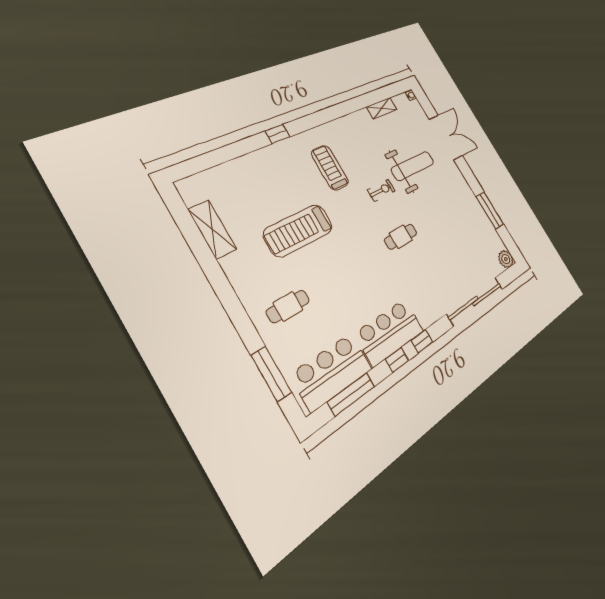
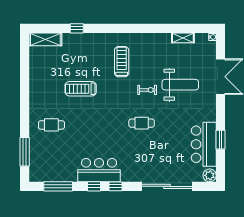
window: (277, 134) -> (77, 28), moved
window: (490, 210) -> (221, 140), width x0.69
shelving: (212, 229) -> (45, 39), moved, turned 90
treadmill: (298, 230) -> (81, 89), width x0.73, depth x0.73
bar counter: (332, 372) -> (204, 144), moved, turned -90

